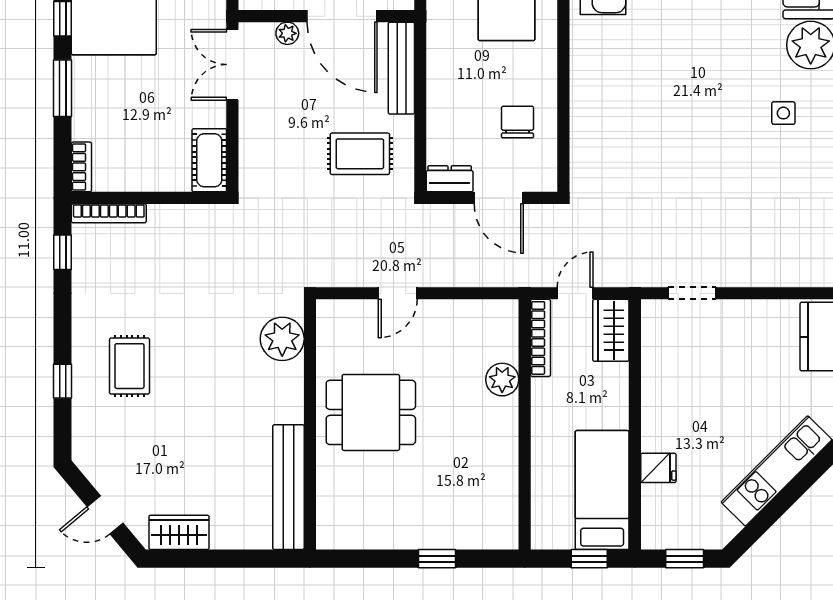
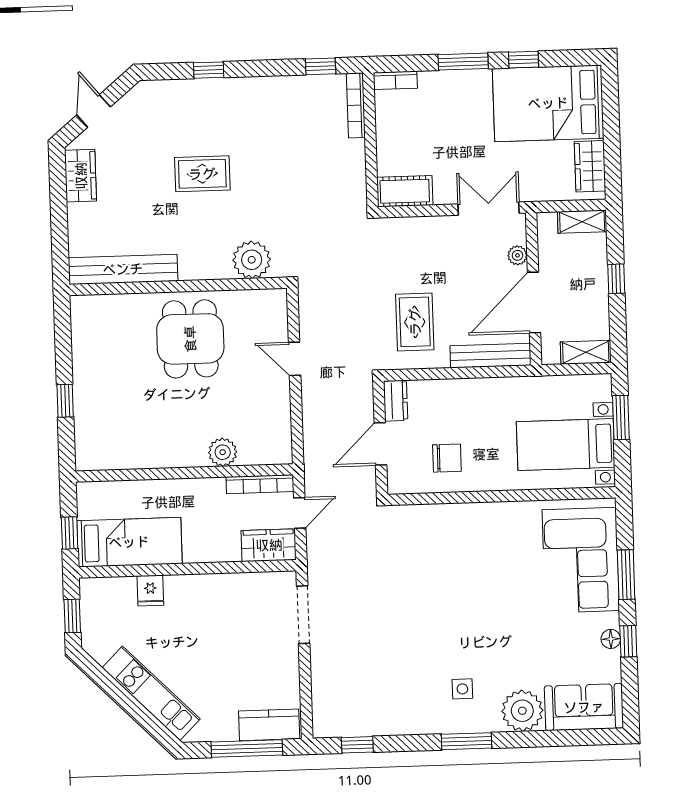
door: (575, 293) -> (300, 513), hinge flipped
doorway: (692, 293) -> (303, 615), width x1.38
rug: (129, 366) -> (202, 174), moved

